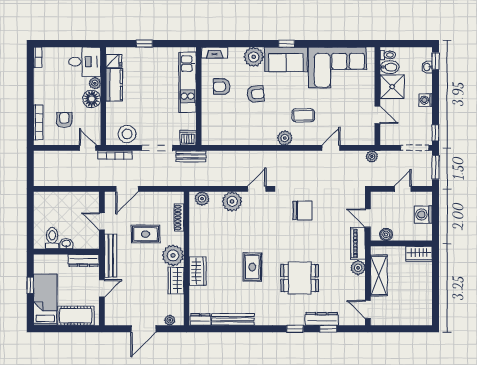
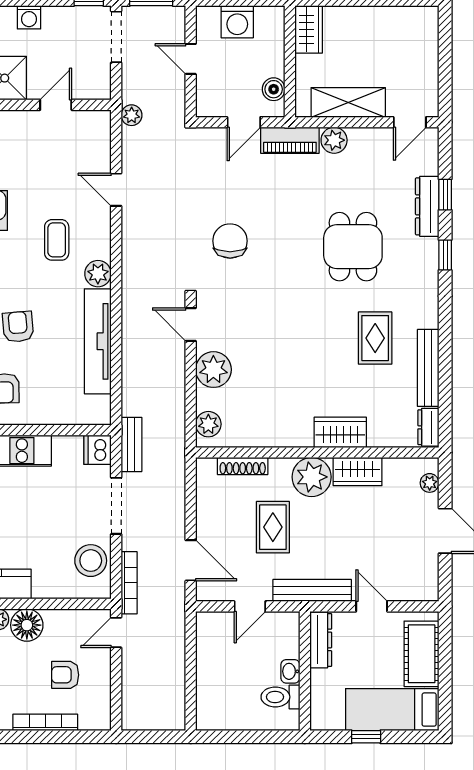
bookcase: (38, 122) -> (45, 722), moved
tv unit: (248, 138) -> (98, 341), added
rug: (252, 267) -> (375, 338), moved, turned 90

